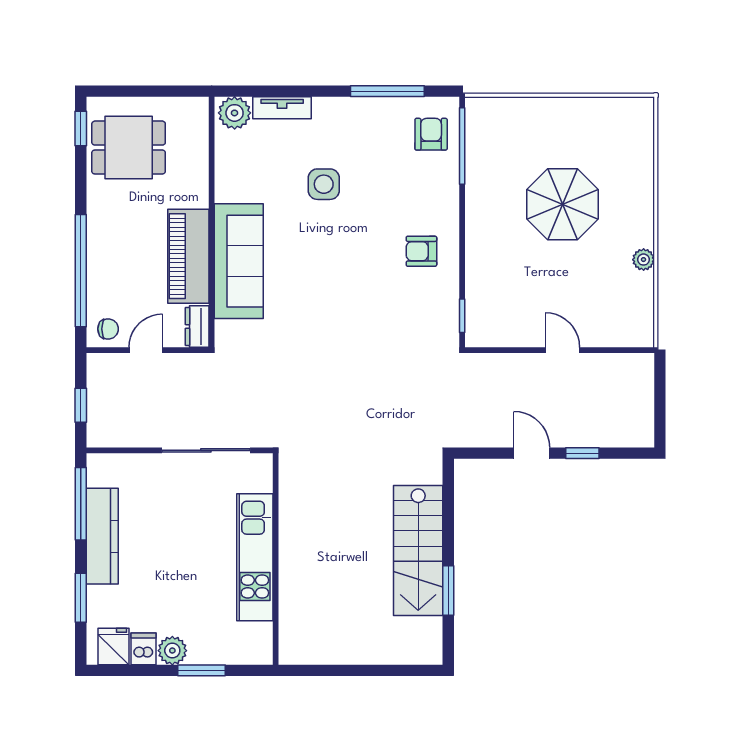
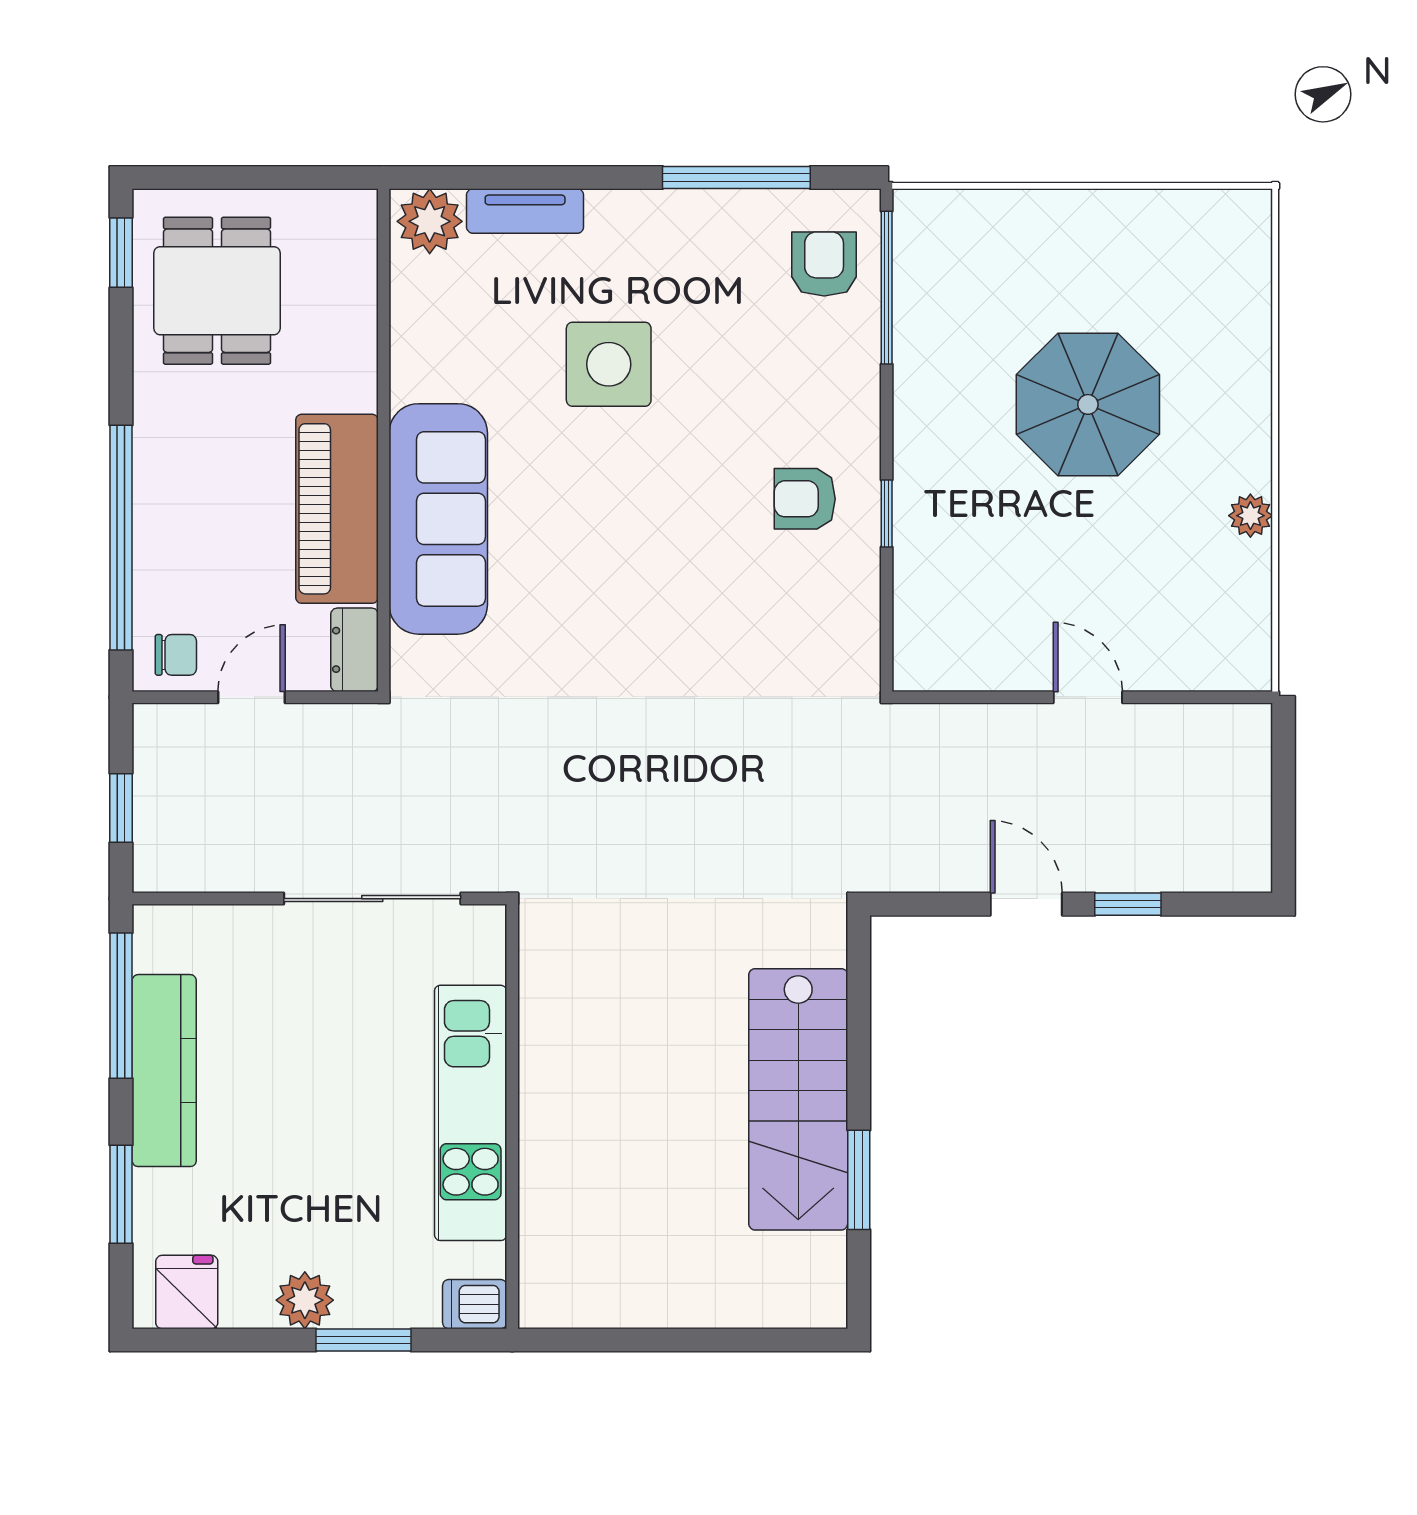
dining table: (129, 148) -> (217, 291), turned 90
side table: (324, 184) -> (609, 364), width x1.37, depth x1.37
window: (462, 316) -> (887, 514), moved
dishwasher: (143, 649) -> (475, 1304), moved, turned -90

